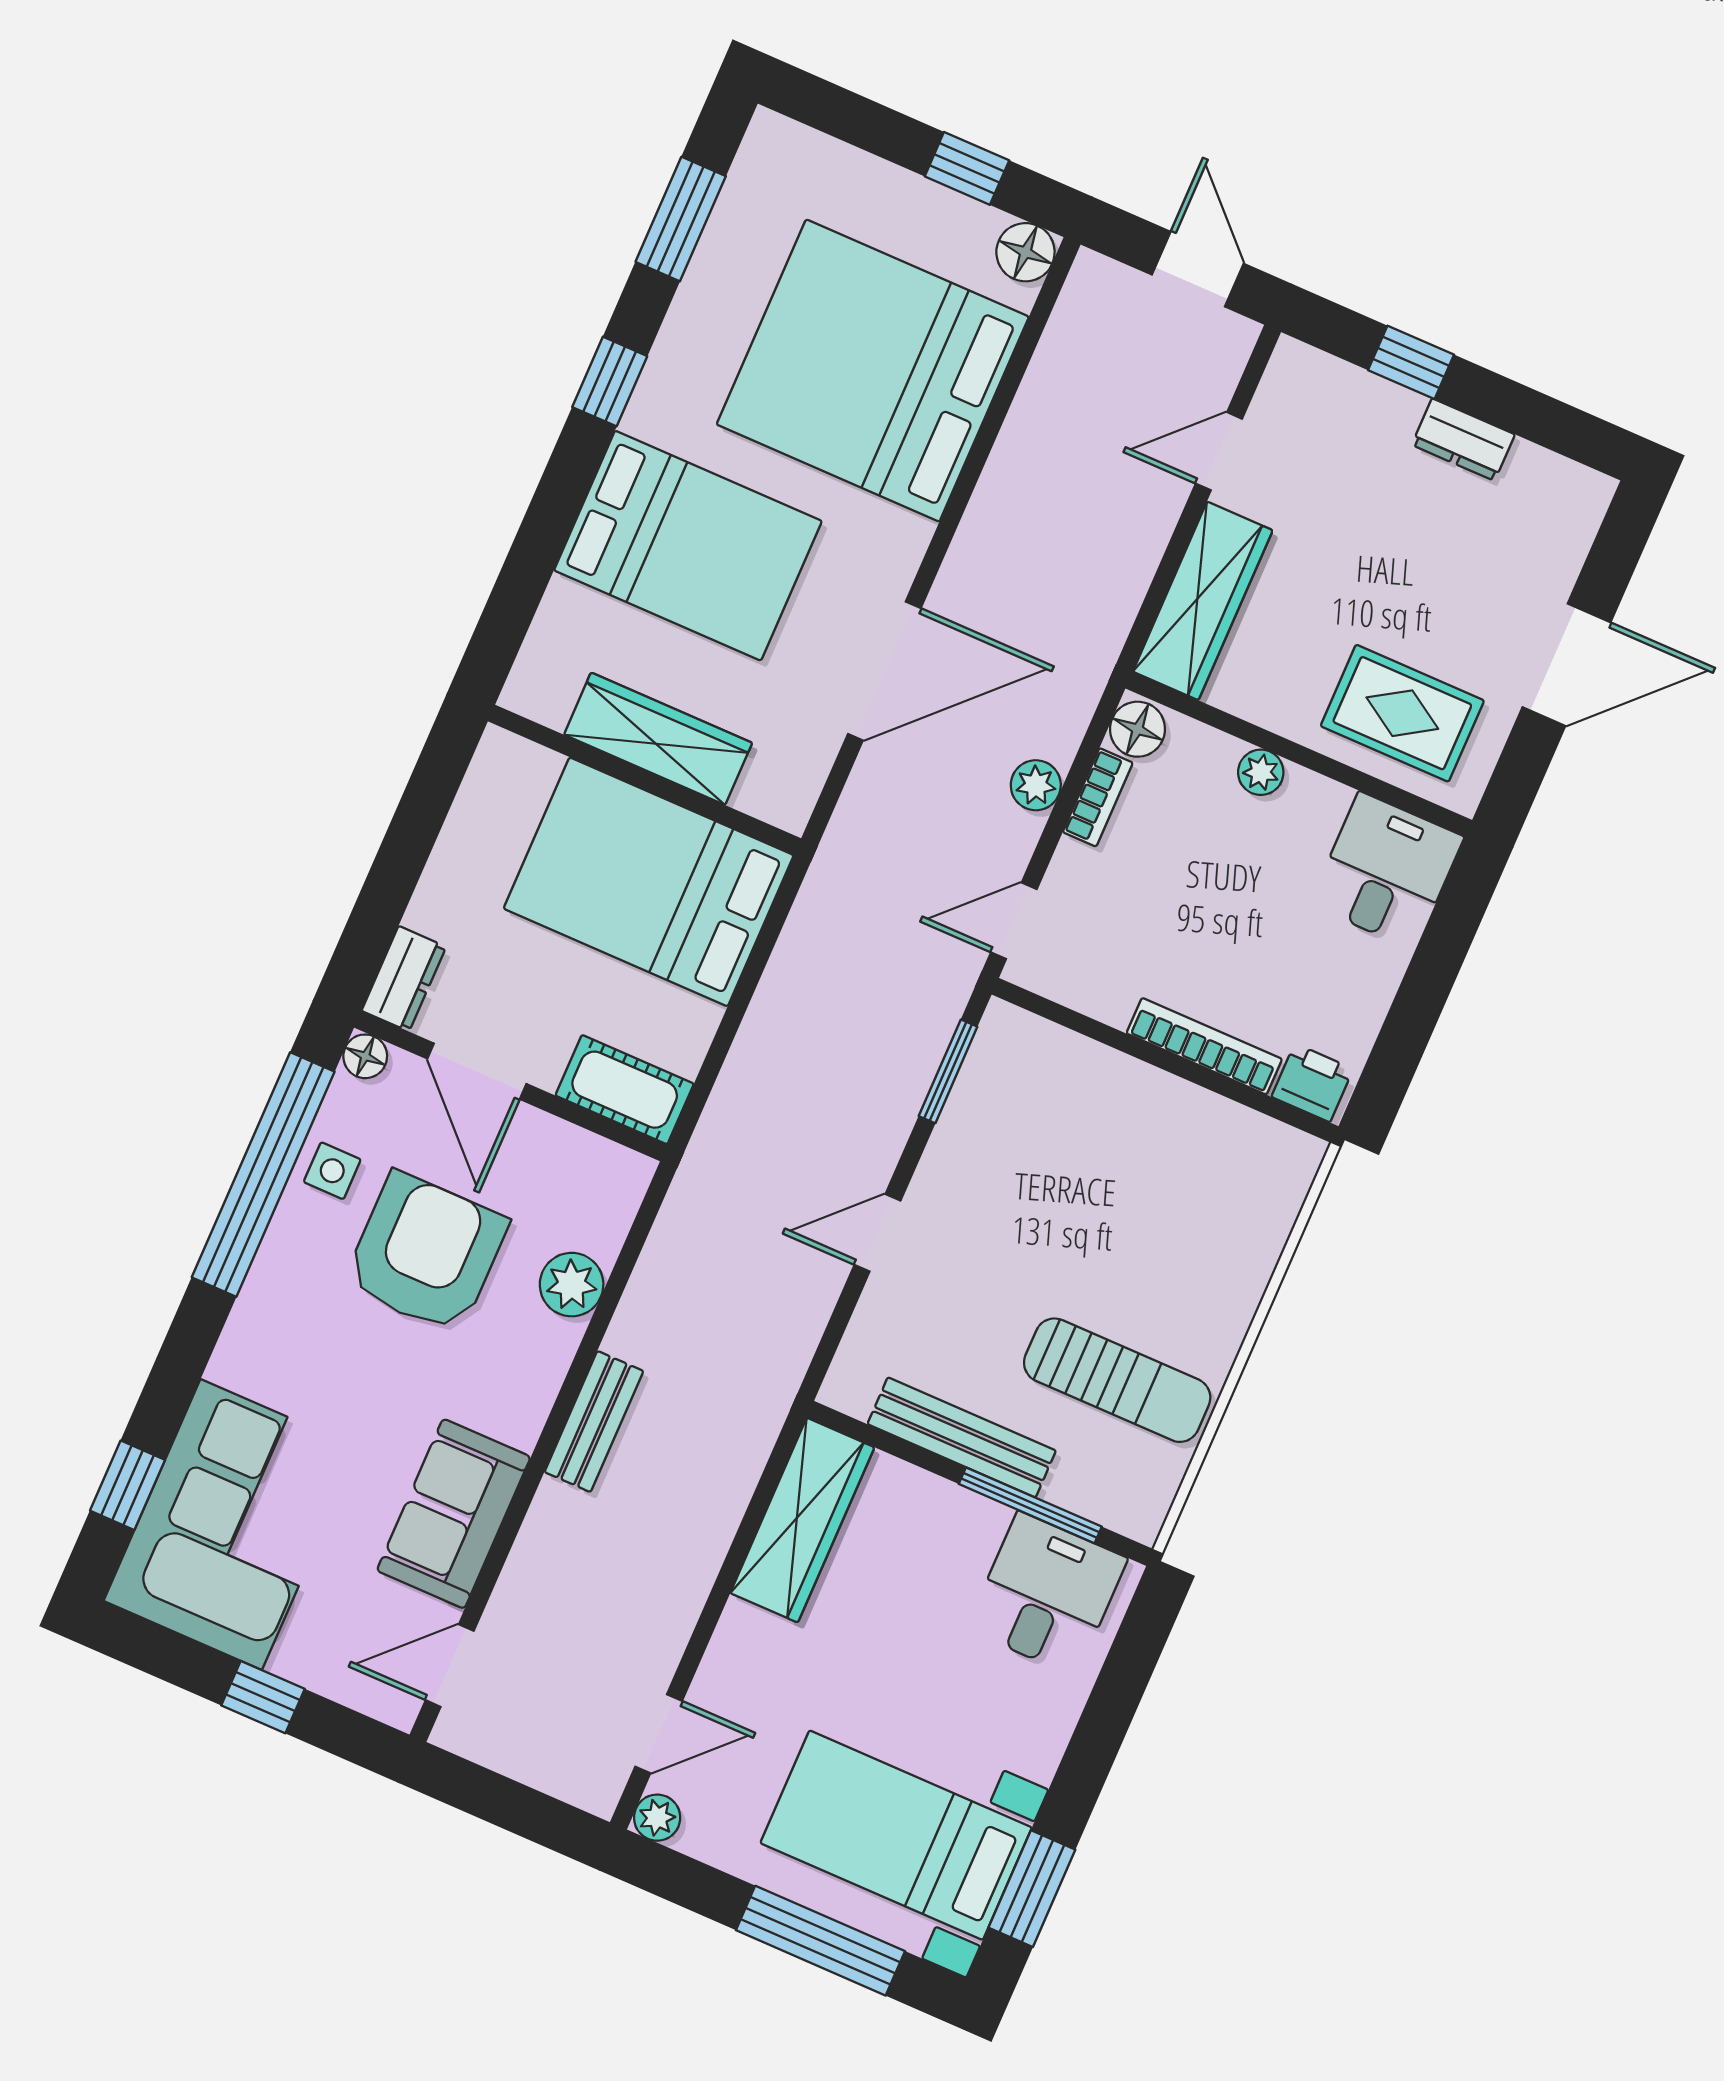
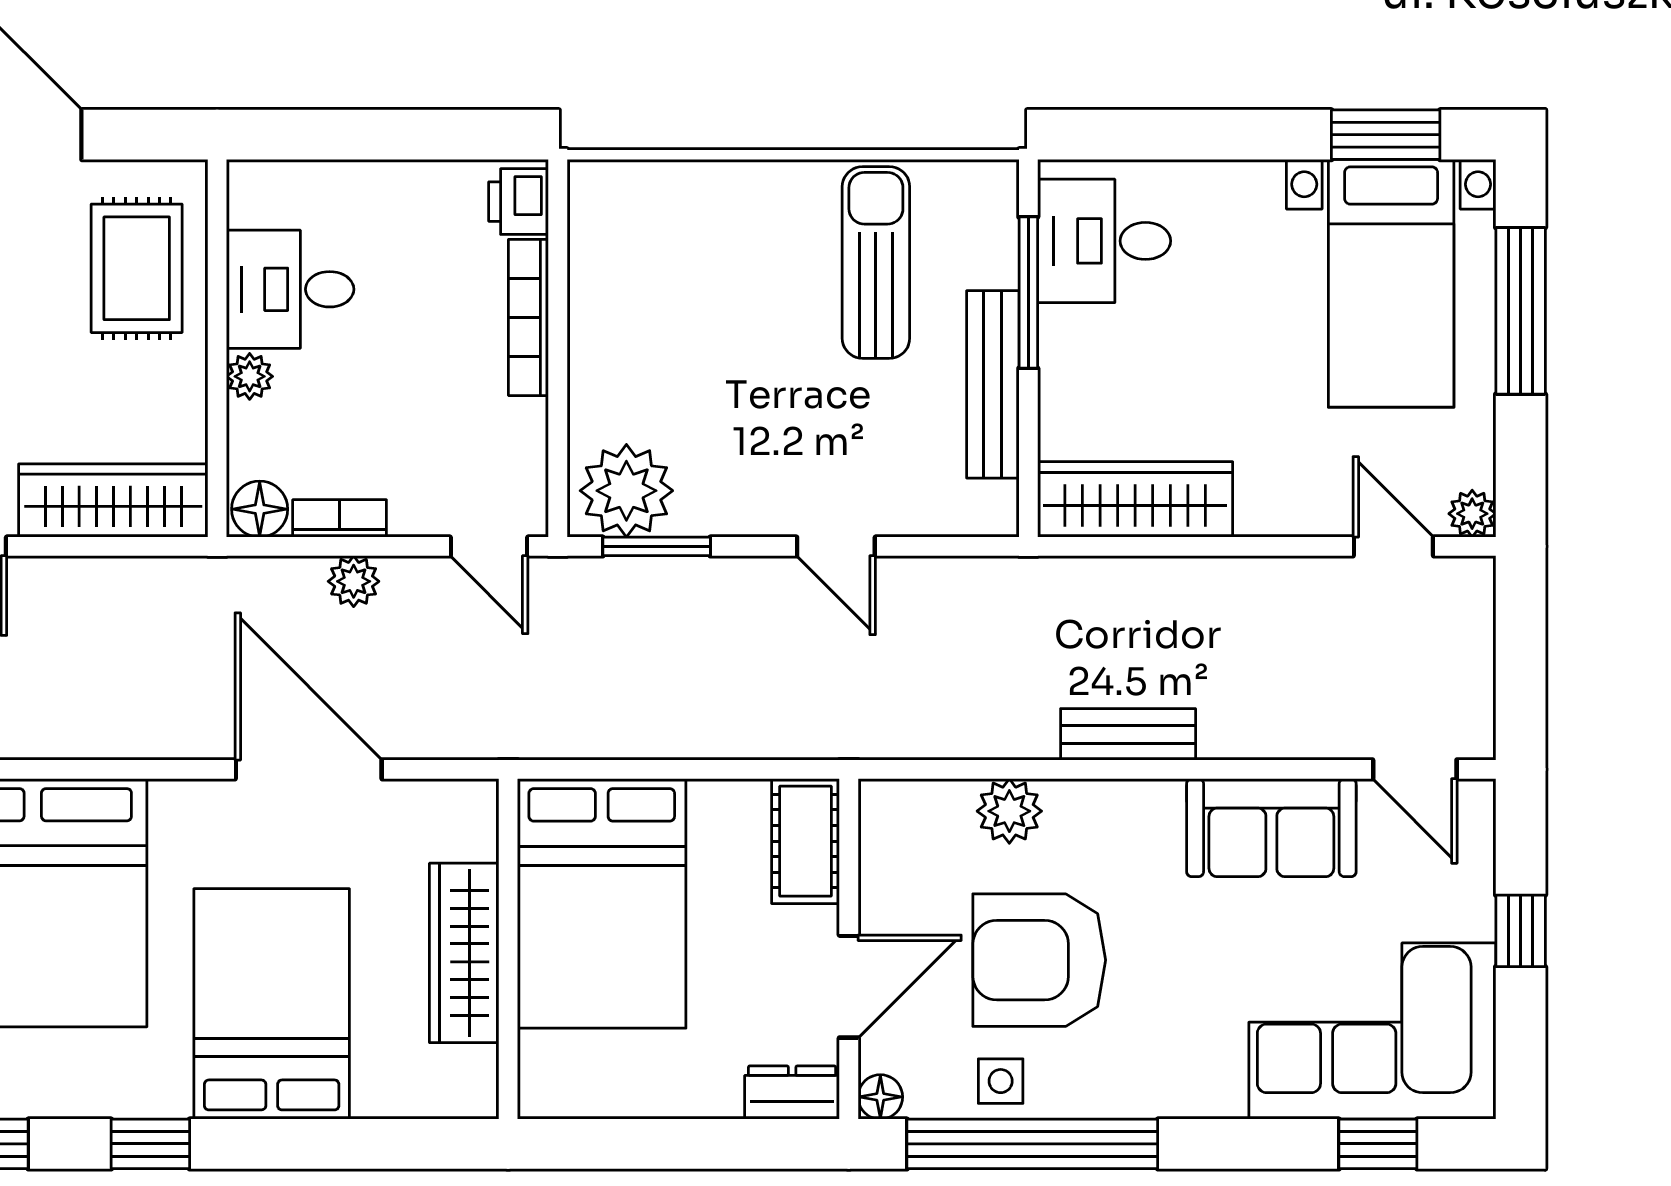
desk: (1387, 871) -> (290, 289), moved
plant: (1010, 1066) -> (626, 491), added

